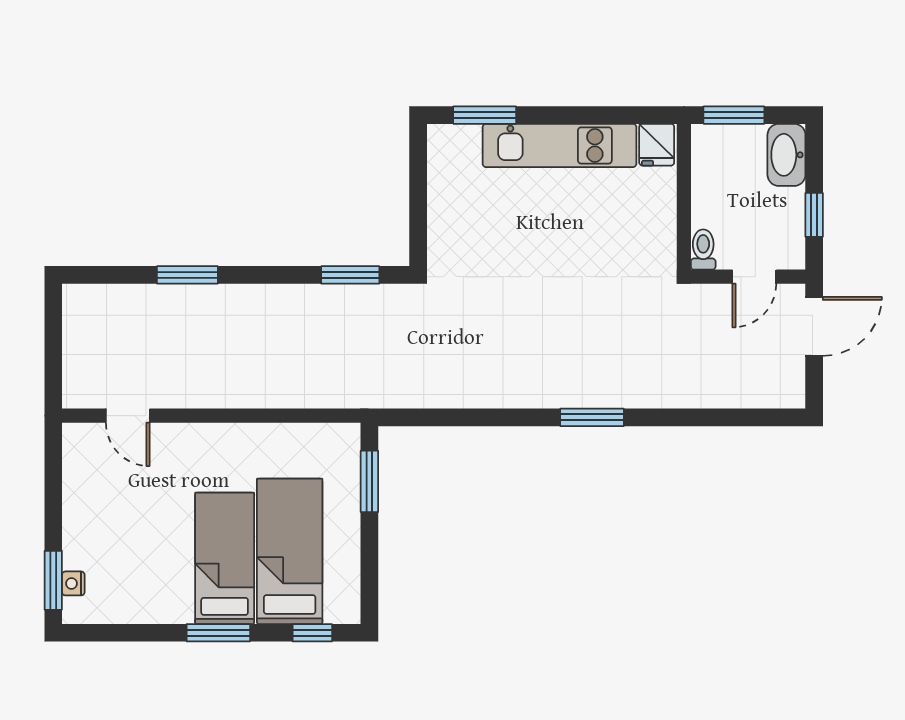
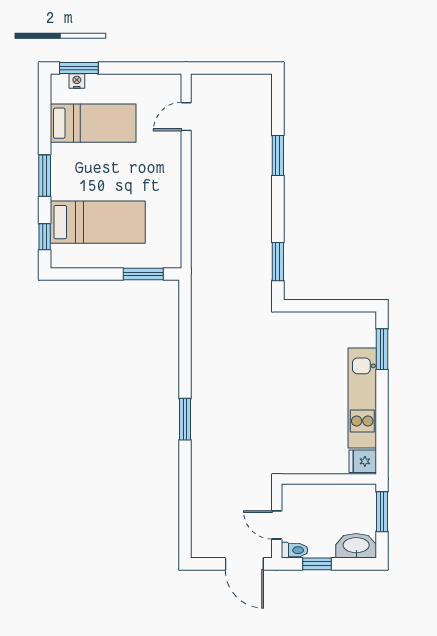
toilet: (703, 250) -> (294, 550), moved
bed: (225, 558) -> (93, 123), moved

